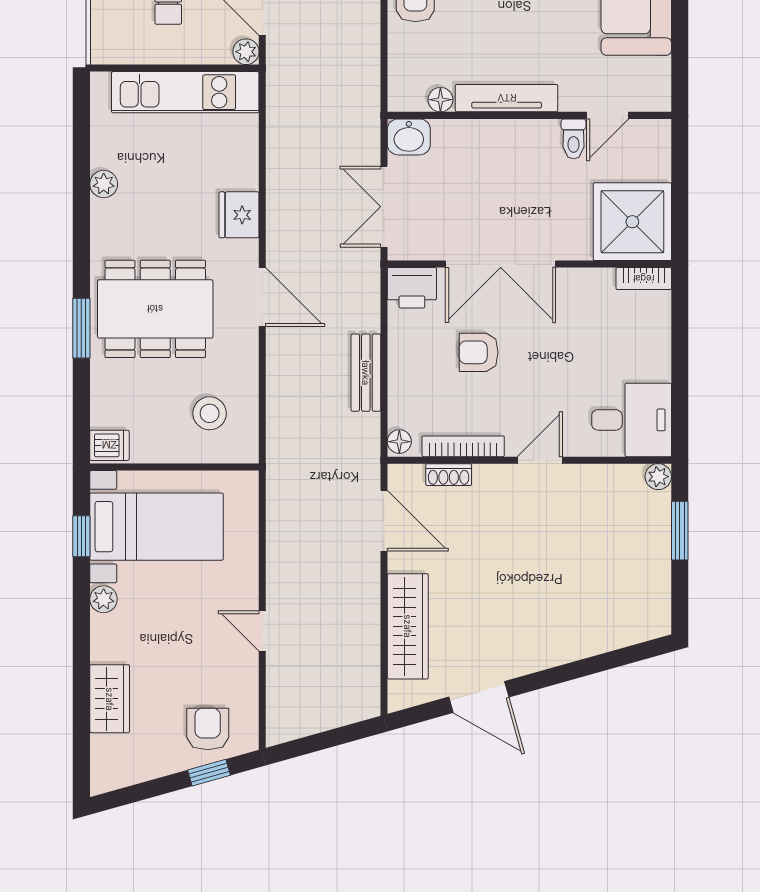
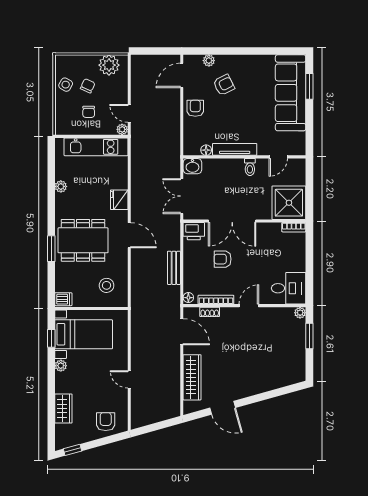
toilet: (574, 139) -> (250, 167), moved
window: (209, 773) -> (72, 450), moved

